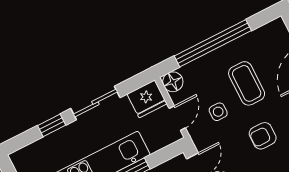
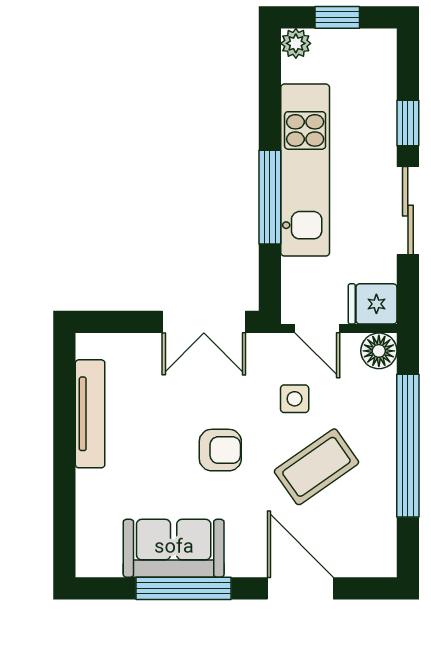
coffee table: (247, 83) -> (316, 467), turned -35
fridge: (147, 99) -> (373, 304), width x0.72
armchair: (263, 136) -> (220, 450), turned 90

